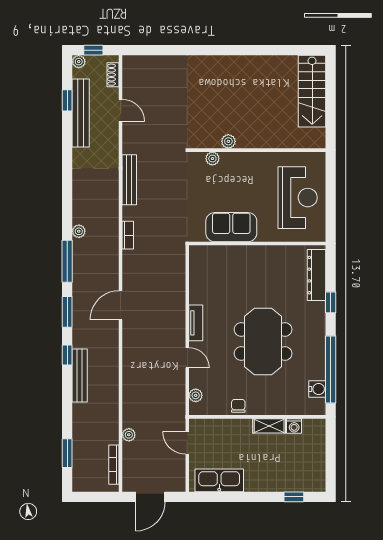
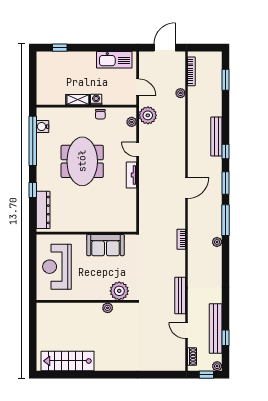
stairs: (312, 91) -> (68, 361), moved, turned -90
plant: (212, 159) -> (119, 291), width x1.87, depth x1.87
bench: (129, 180) -> (180, 295), moved
plant: (173, 404) -> (148, 115), added
washing machine: (294, 426) -> (96, 100), moved

